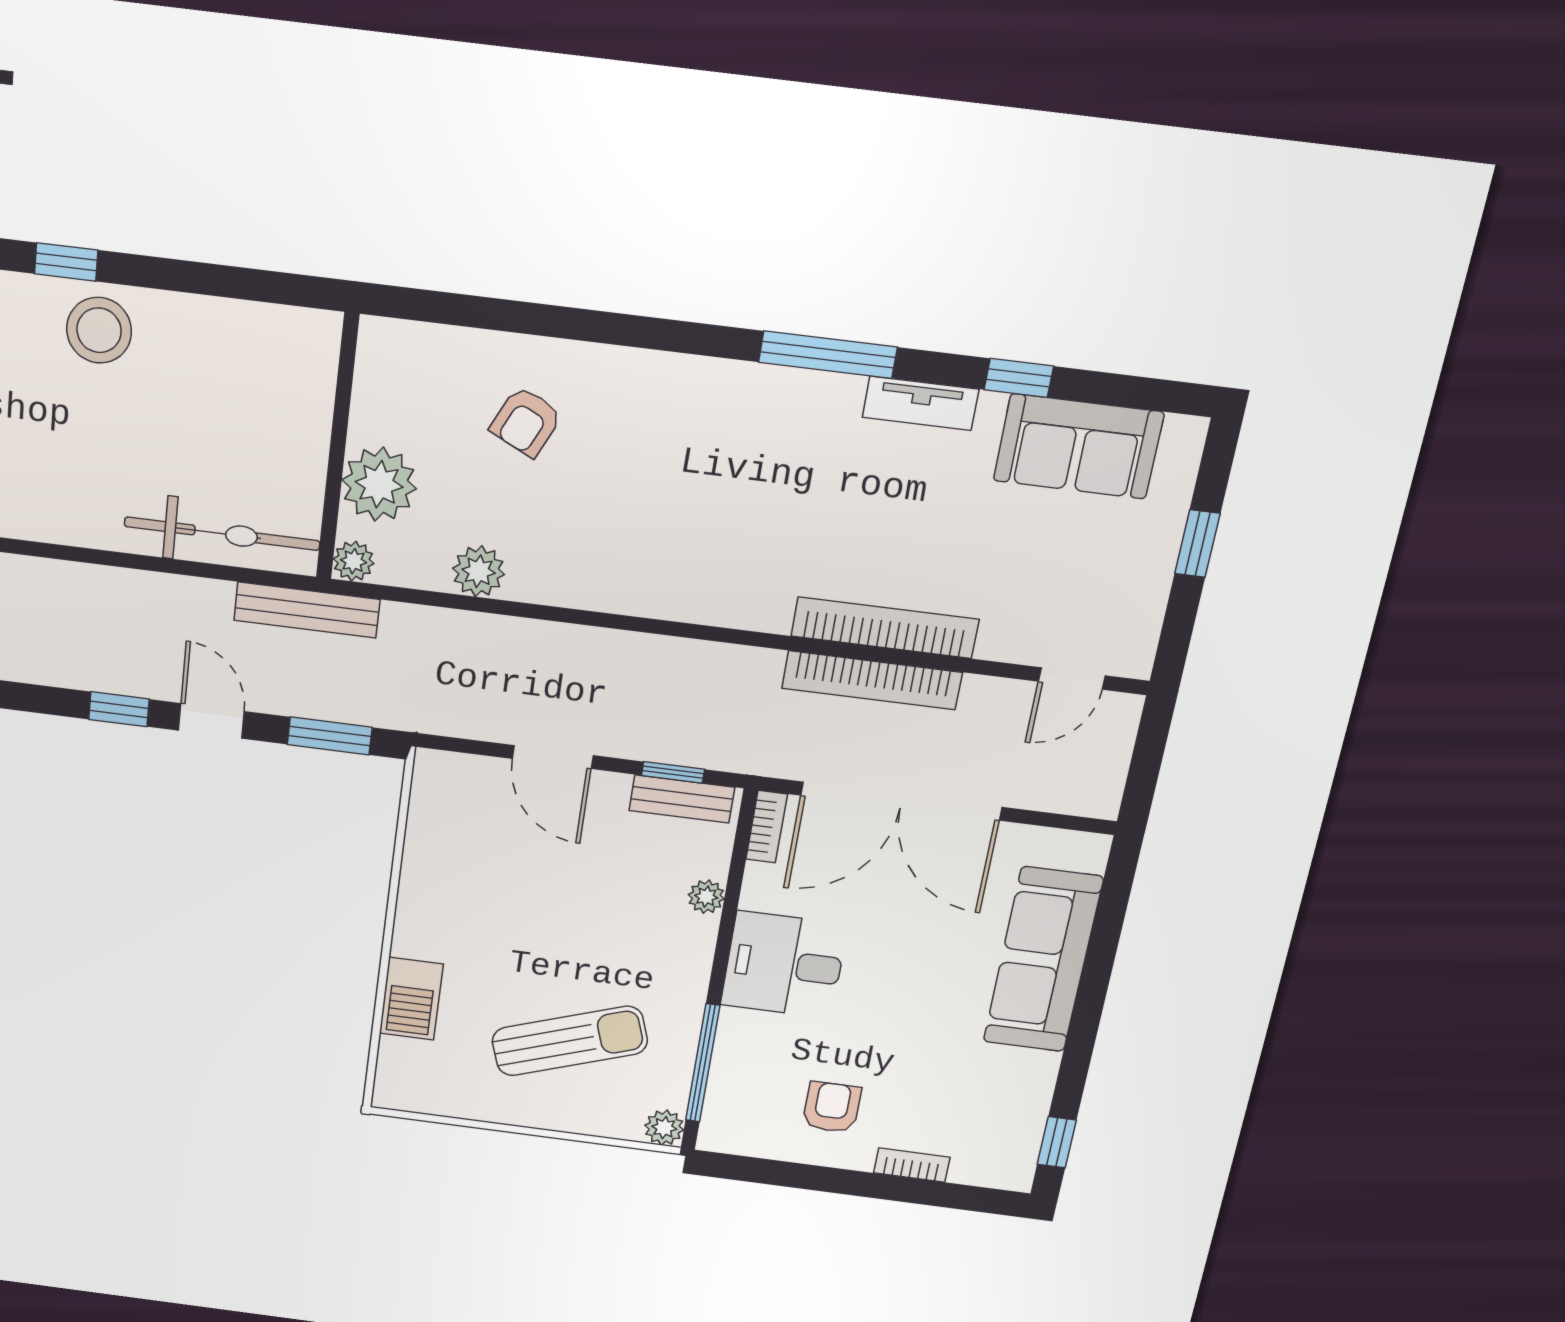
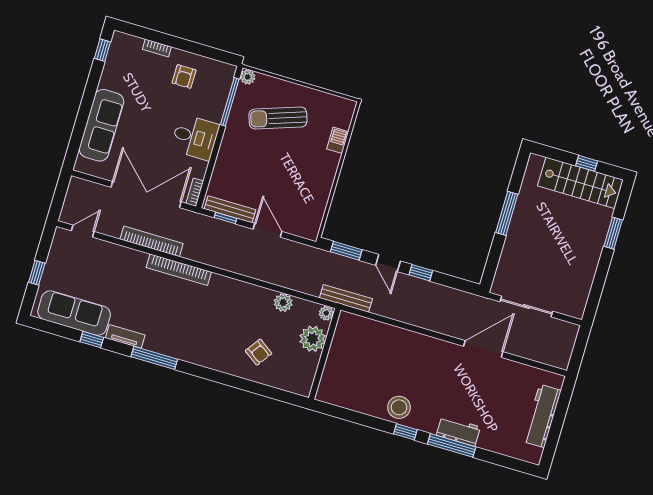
armchair: (526, 422) -> (259, 352), turned 99
sofa: (1078, 446) -> (74, 313), width x1.36
bicycle: (222, 534) -> (371, 330), removed
bookcase: (885, 628) -> (179, 270), moved
bench: (682, 799) -> (230, 209), width x1.36
plant: (706, 897) -> (220, 168), removed
barbecue: (411, 999) -> (338, 140), width x0.73, depth x0.79

